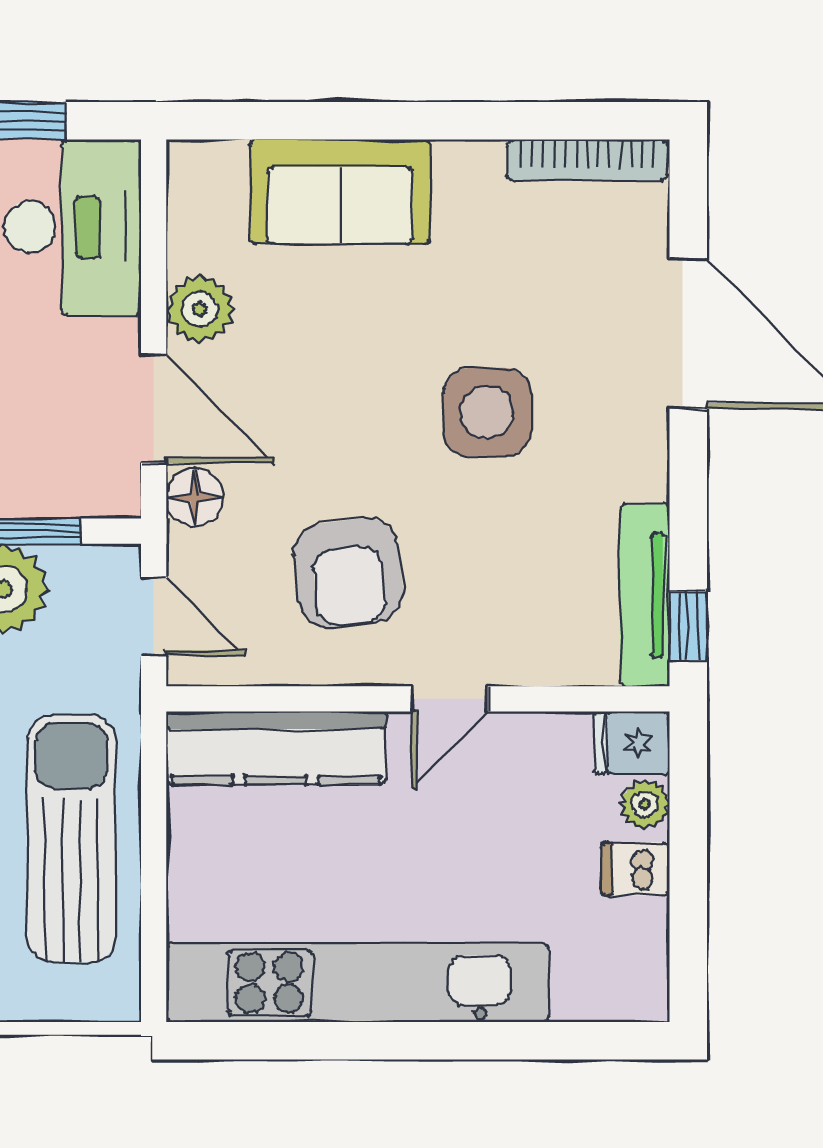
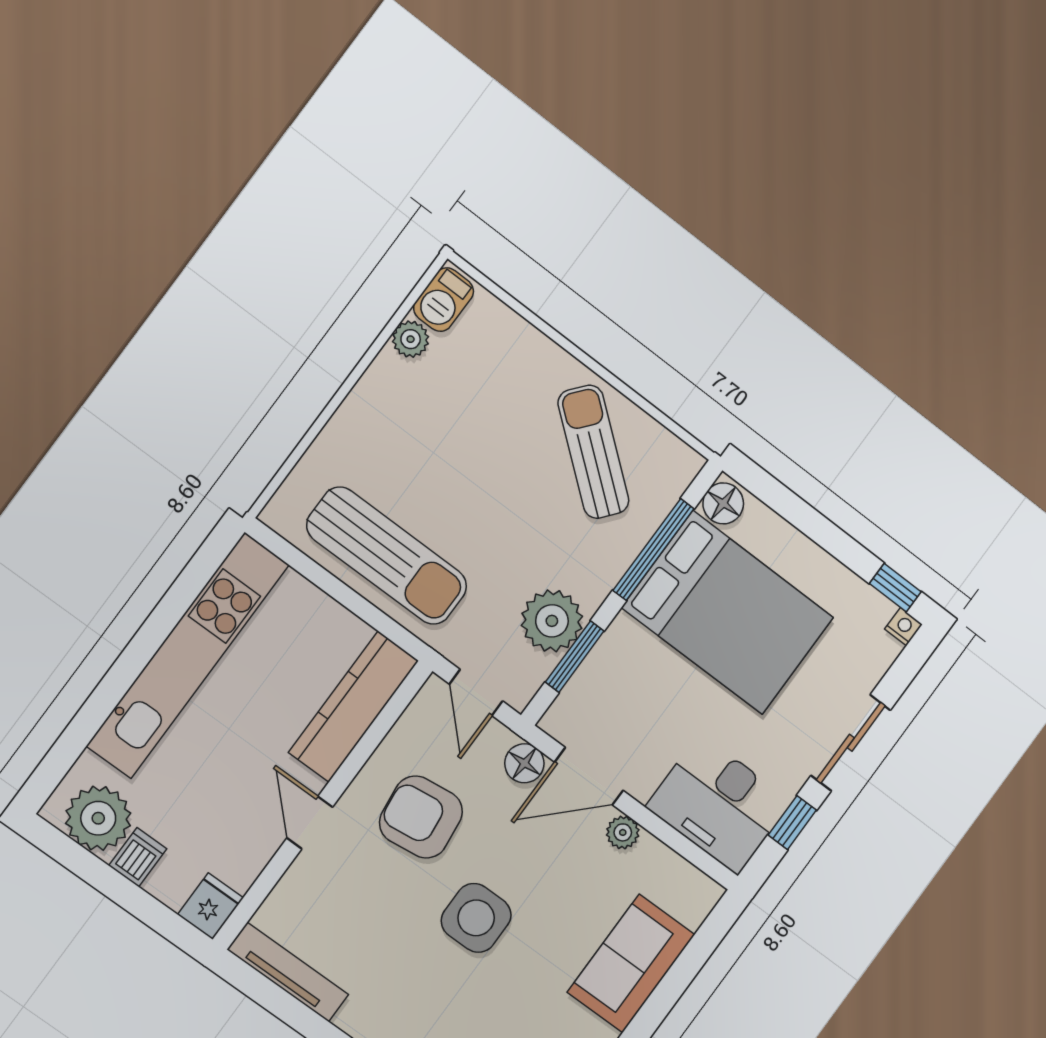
plant: (200, 309) -> (623, 832), width x0.73, depth x0.73
side table: (487, 412) -> (476, 918), moved
door: (154, 616) -> (476, 693), hinge flipped
window: (688, 626) -> (253, 984), removed
plant: (645, 804) -> (98, 818), moved, width x1.87, depth x1.87

